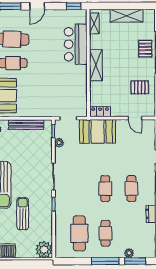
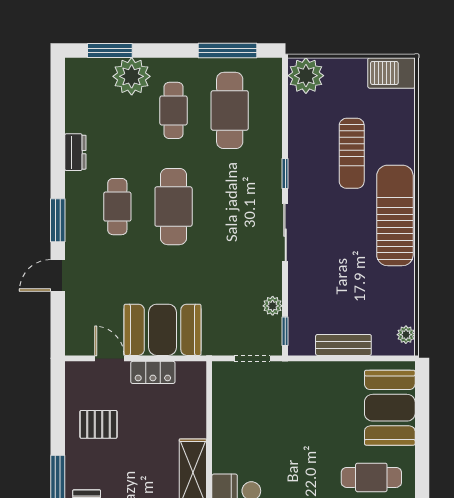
locker: (100, 112) -> (153, 372), moved
bench: (26, 125) -> (343, 345), width x0.73
booth: (98, 131) -> (163, 330), moved
cafe table: (105, 189) -> (174, 207), width x1.37, depth x1.35
plant: (129, 253) -> (132, 76), width x1.88, depth x1.88
window: (105, 261) -> (228, 50), moved

